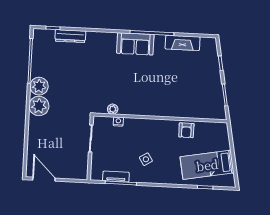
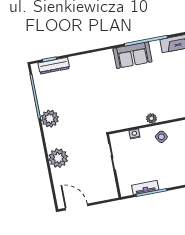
dresser: (70, 36) -> (54, 66), moved
plant: (39, 106) -> (58, 158), moved
plant: (113, 109) -> (151, 118), moved
side table: (146, 159) -> (161, 137), moved

